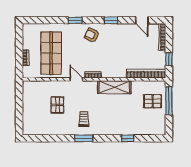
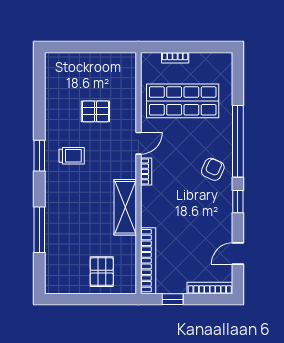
window: (75, 20) -> (238, 141), width x3.17
window: (169, 101) -> (102, 299), removed
window: (128, 138) -> (39, 230), width x2.17

